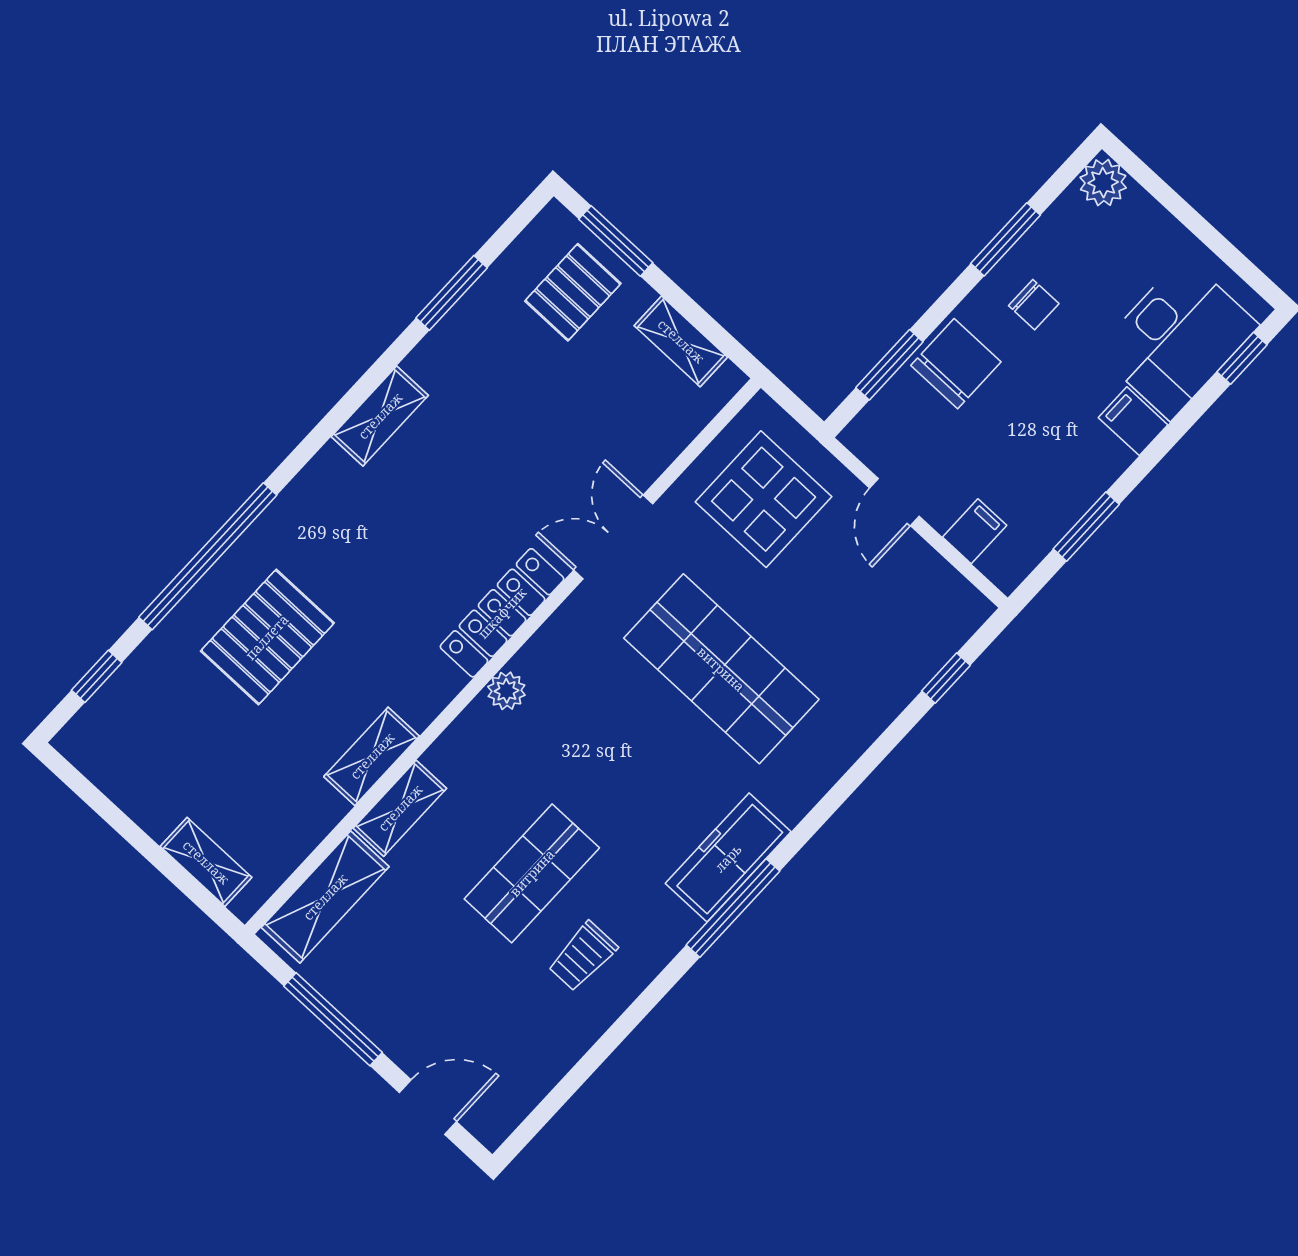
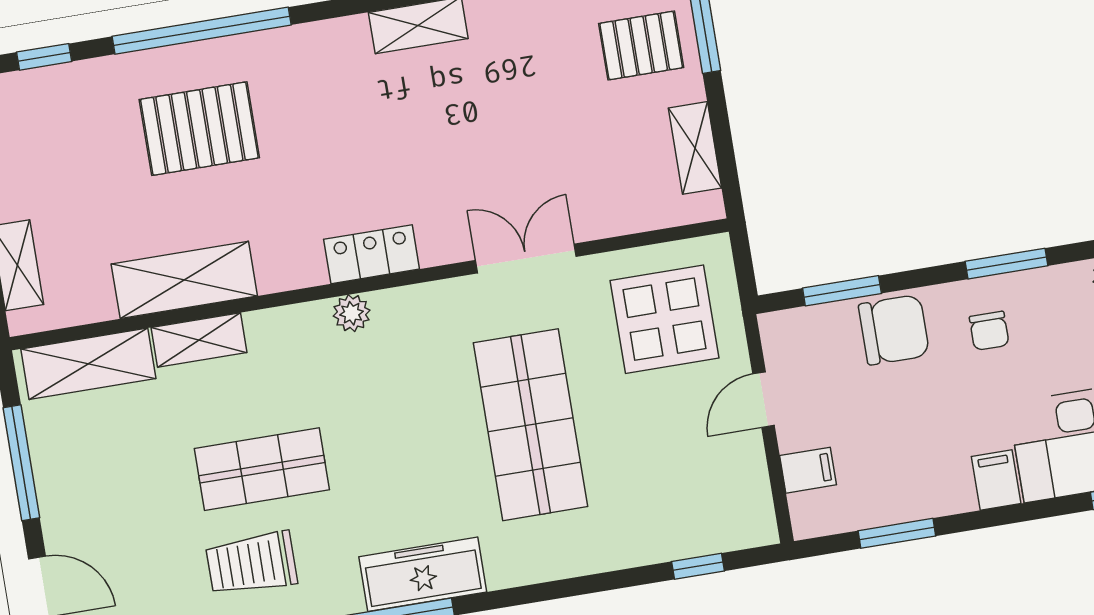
locker: (502, 613) -> (372, 254), width x0.66
shelving: (372, 756) -> (184, 280), width x1.50, depth x1.33
trolley: (583, 956) -> (251, 563), width x1.36, depth x1.39

